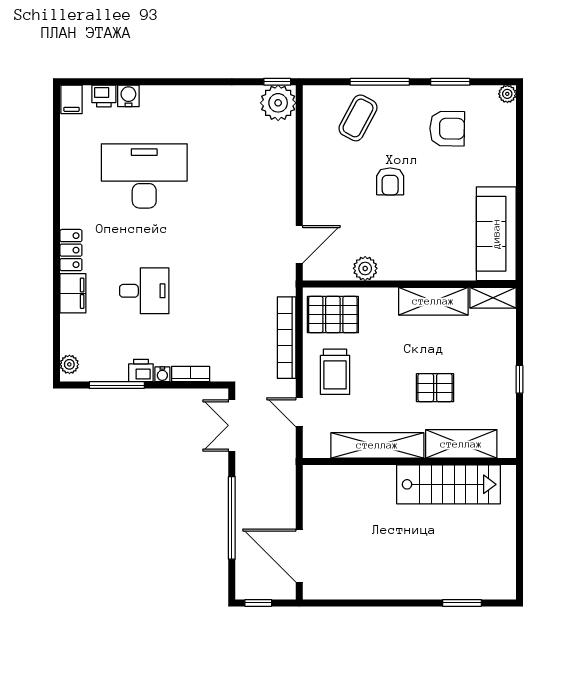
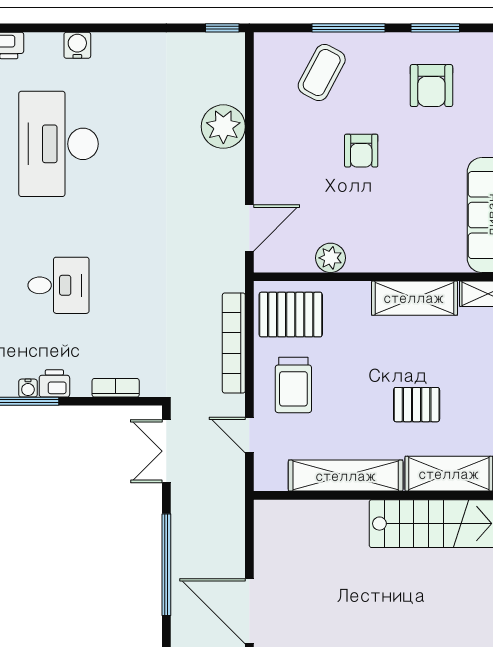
water cooler: (128, 96) -> (77, 45), moved
plant: (278, 103) -> (223, 127), moved
armchair: (447, 129) -> (431, 86), turned 89
desk: (144, 176) -> (58, 144), turned -90
water cooler: (162, 374) -> (28, 388), moved

